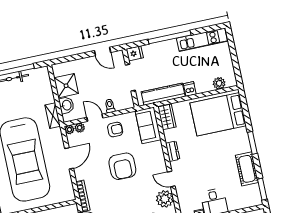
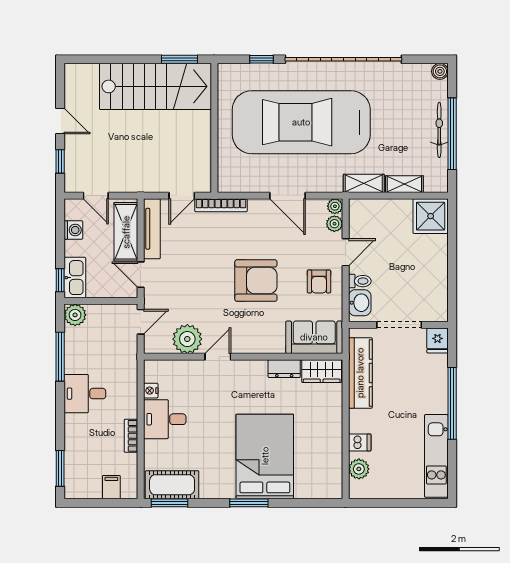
door: (102, 51) -> (452, 288), removed
shower: (66, 86) -> (431, 216), moved
dishwasher: (190, 89) -> (360, 442), moved
shelving: (48, 92) -> (404, 184), added
washbasin: (66, 105) -> (360, 303), moved, turned -90
bed: (218, 114) -> (265, 456), moved
dresser: (173, 151) -> (284, 369), moved
armchair: (122, 166) -> (256, 281), turned 180
cot: (247, 169) -> (172, 485), moved

